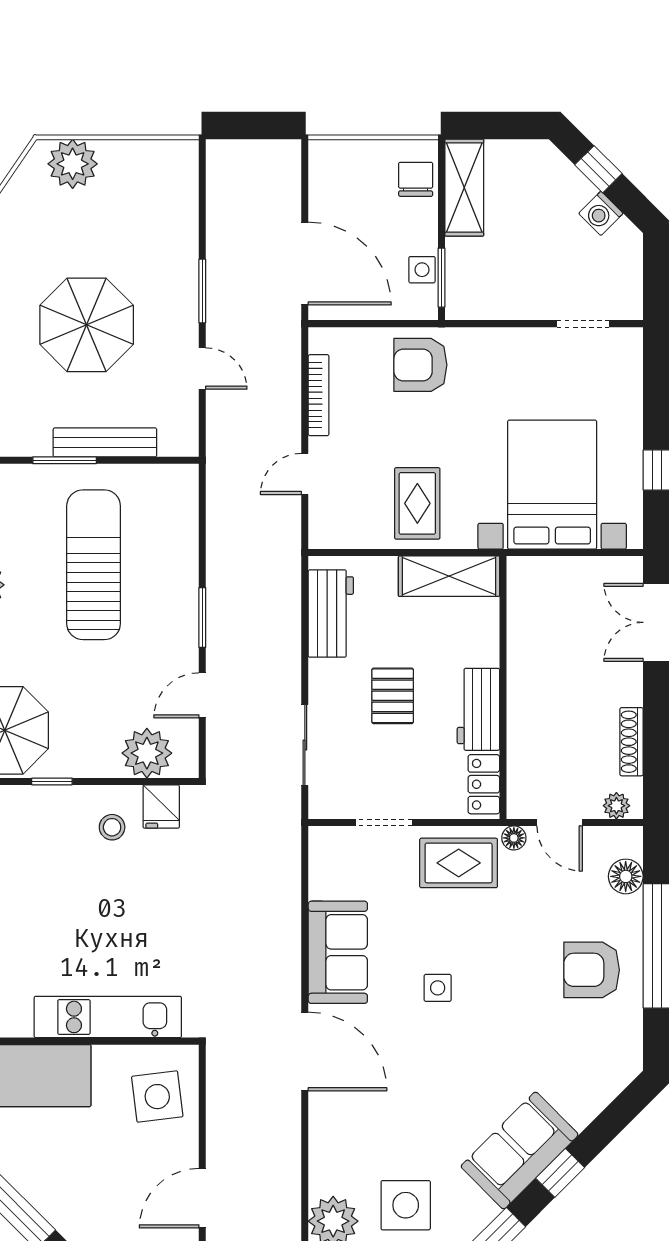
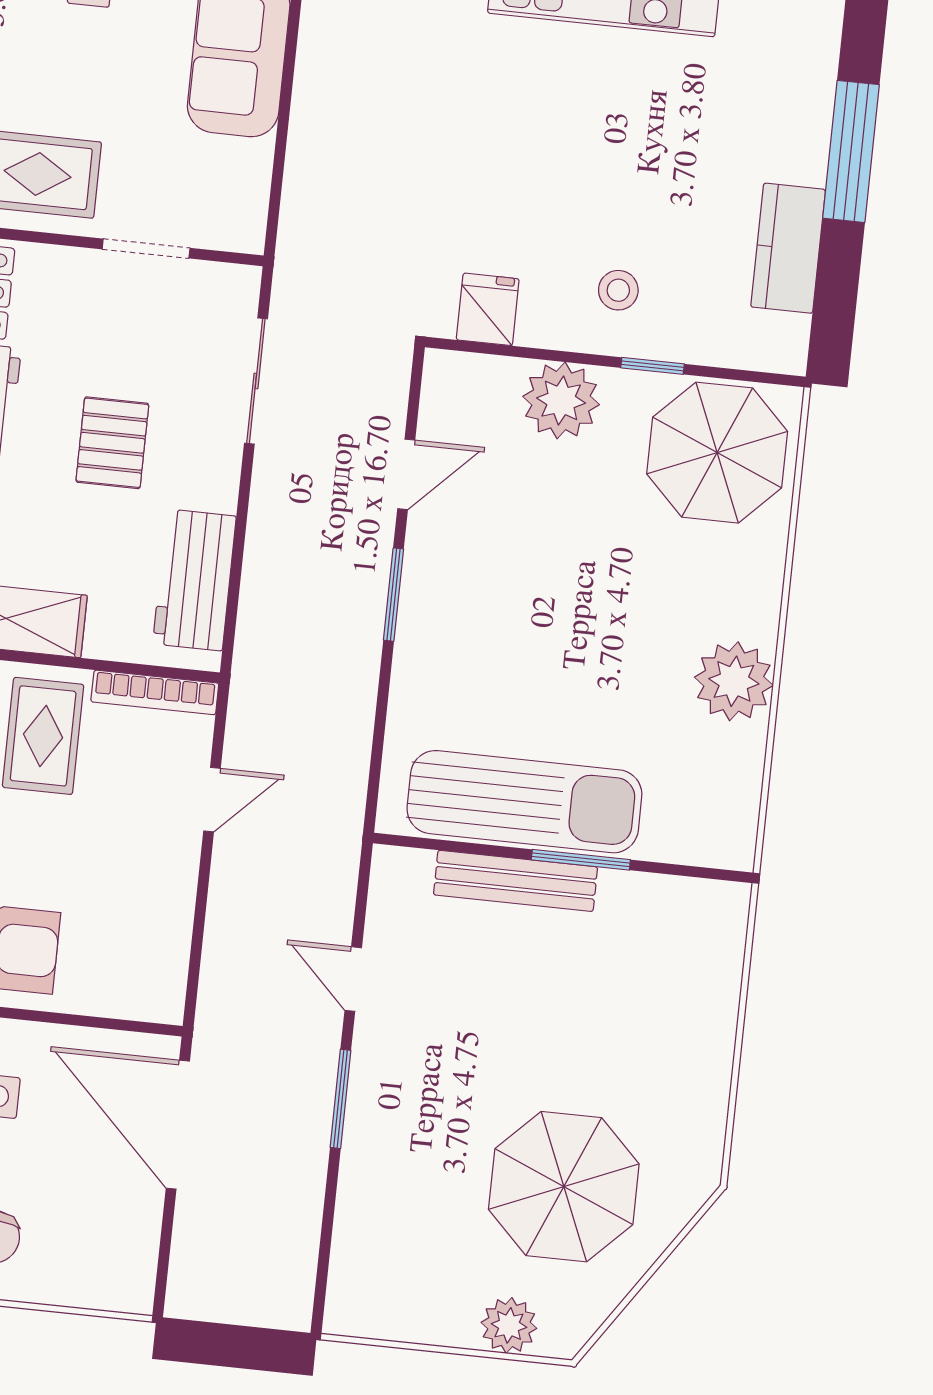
plant: (73, 164) -> (509, 1325), width x0.73, depth x0.73
parasol: (87, 325) -> (564, 1187), moved
bookcase: (319, 395) -> (155, 692), moved, turned -90
sun lounger: (94, 565) -> (524, 802), moved, turned -90
plant: (147, 753) -> (561, 400), moved
stool: (112, 827) -> (618, 290), moved

